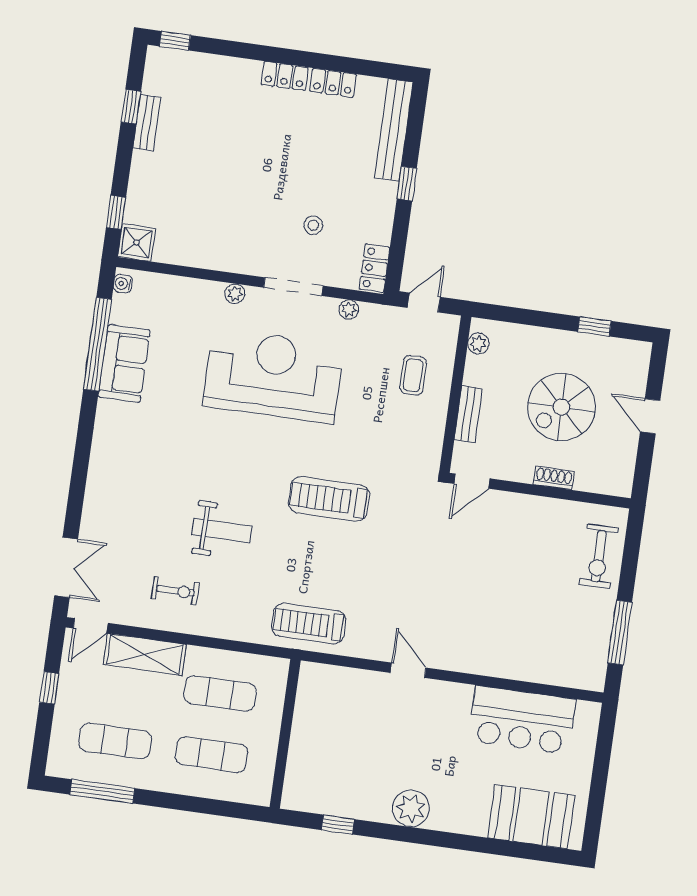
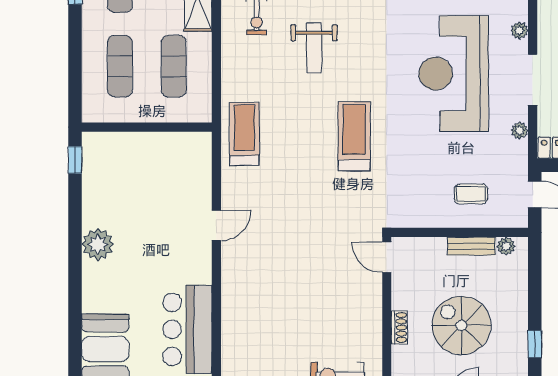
reception desk: (273, 375) -> (454, 74), turned 180
bench: (468, 414) -> (471, 246), moved
window: (338, 825) -> (75, 160), moved

